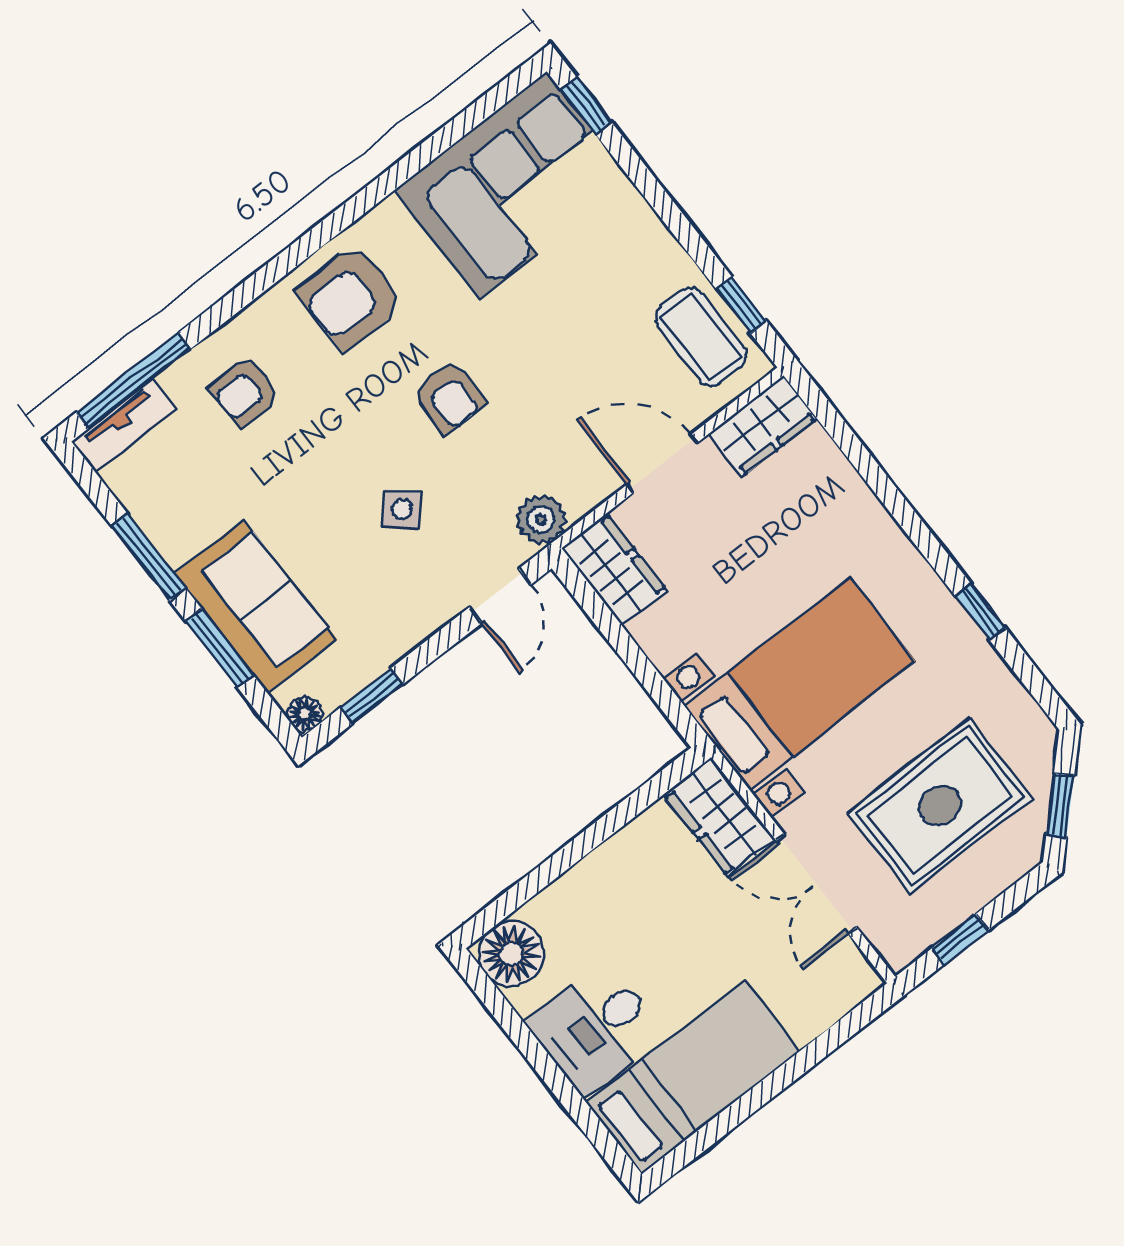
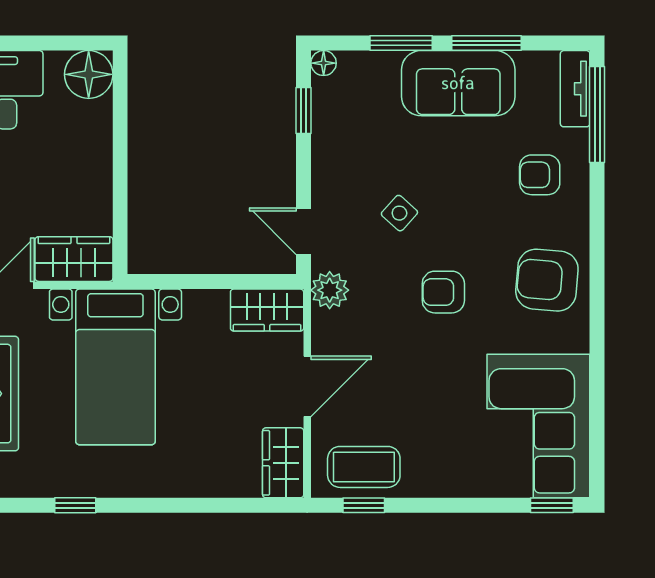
armchair: (351, 297) -> (547, 280), turned -85
armchair: (245, 392) -> (540, 175), turned -90
sofa: (256, 607) -> (458, 83), moved

